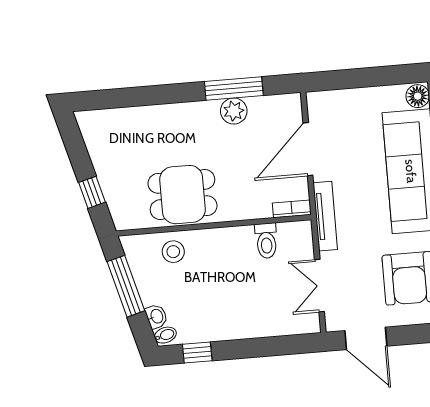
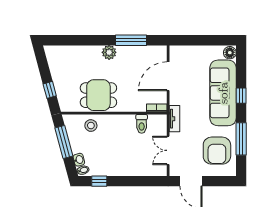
plant: (234, 111) -> (109, 52), moved
tv unit: (325, 216) -> (174, 119), width x0.71

